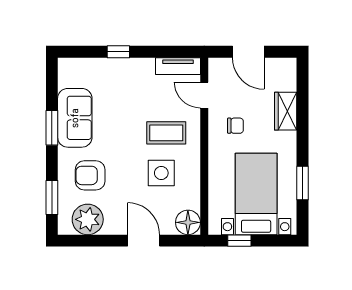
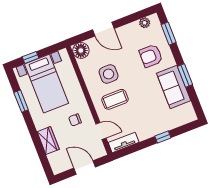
armchair: (90, 175) -> (151, 56), turned 180
plant: (88, 219) -> (145, 23), width x0.53, depth x0.53
window: (239, 241) -> (31, 57), moved

